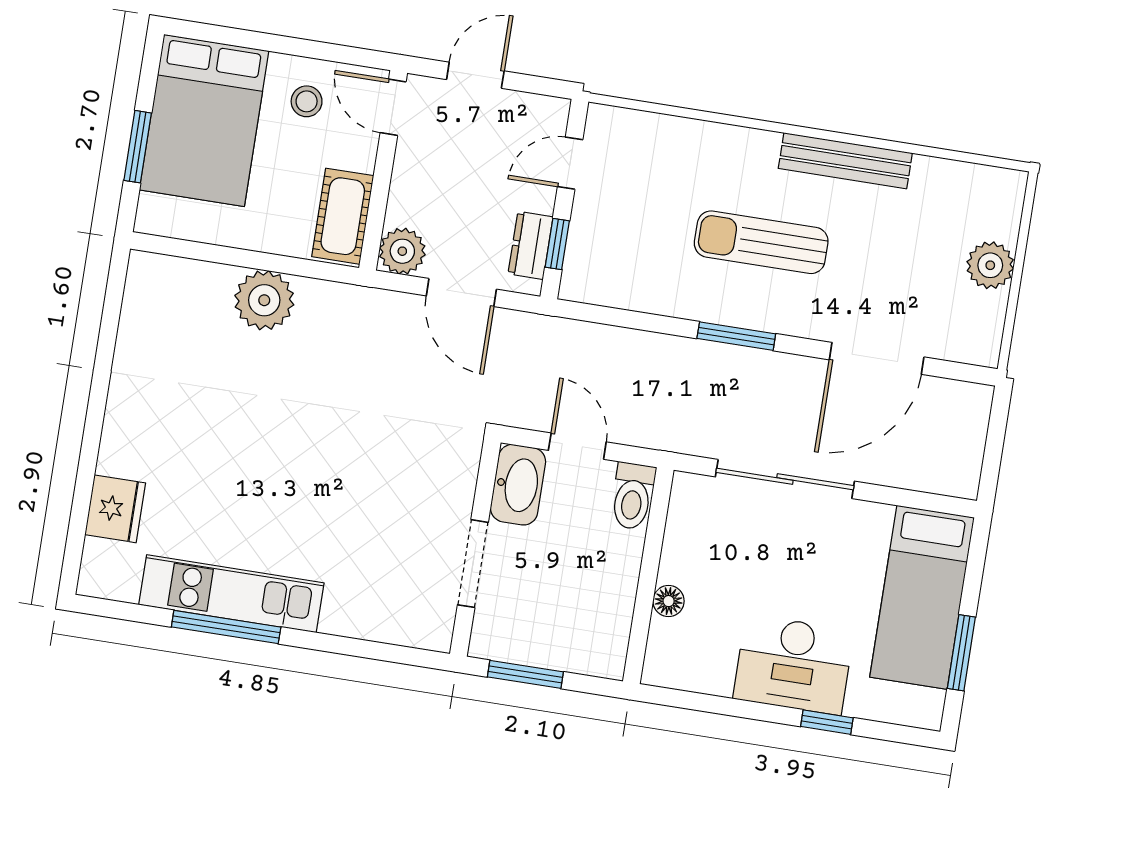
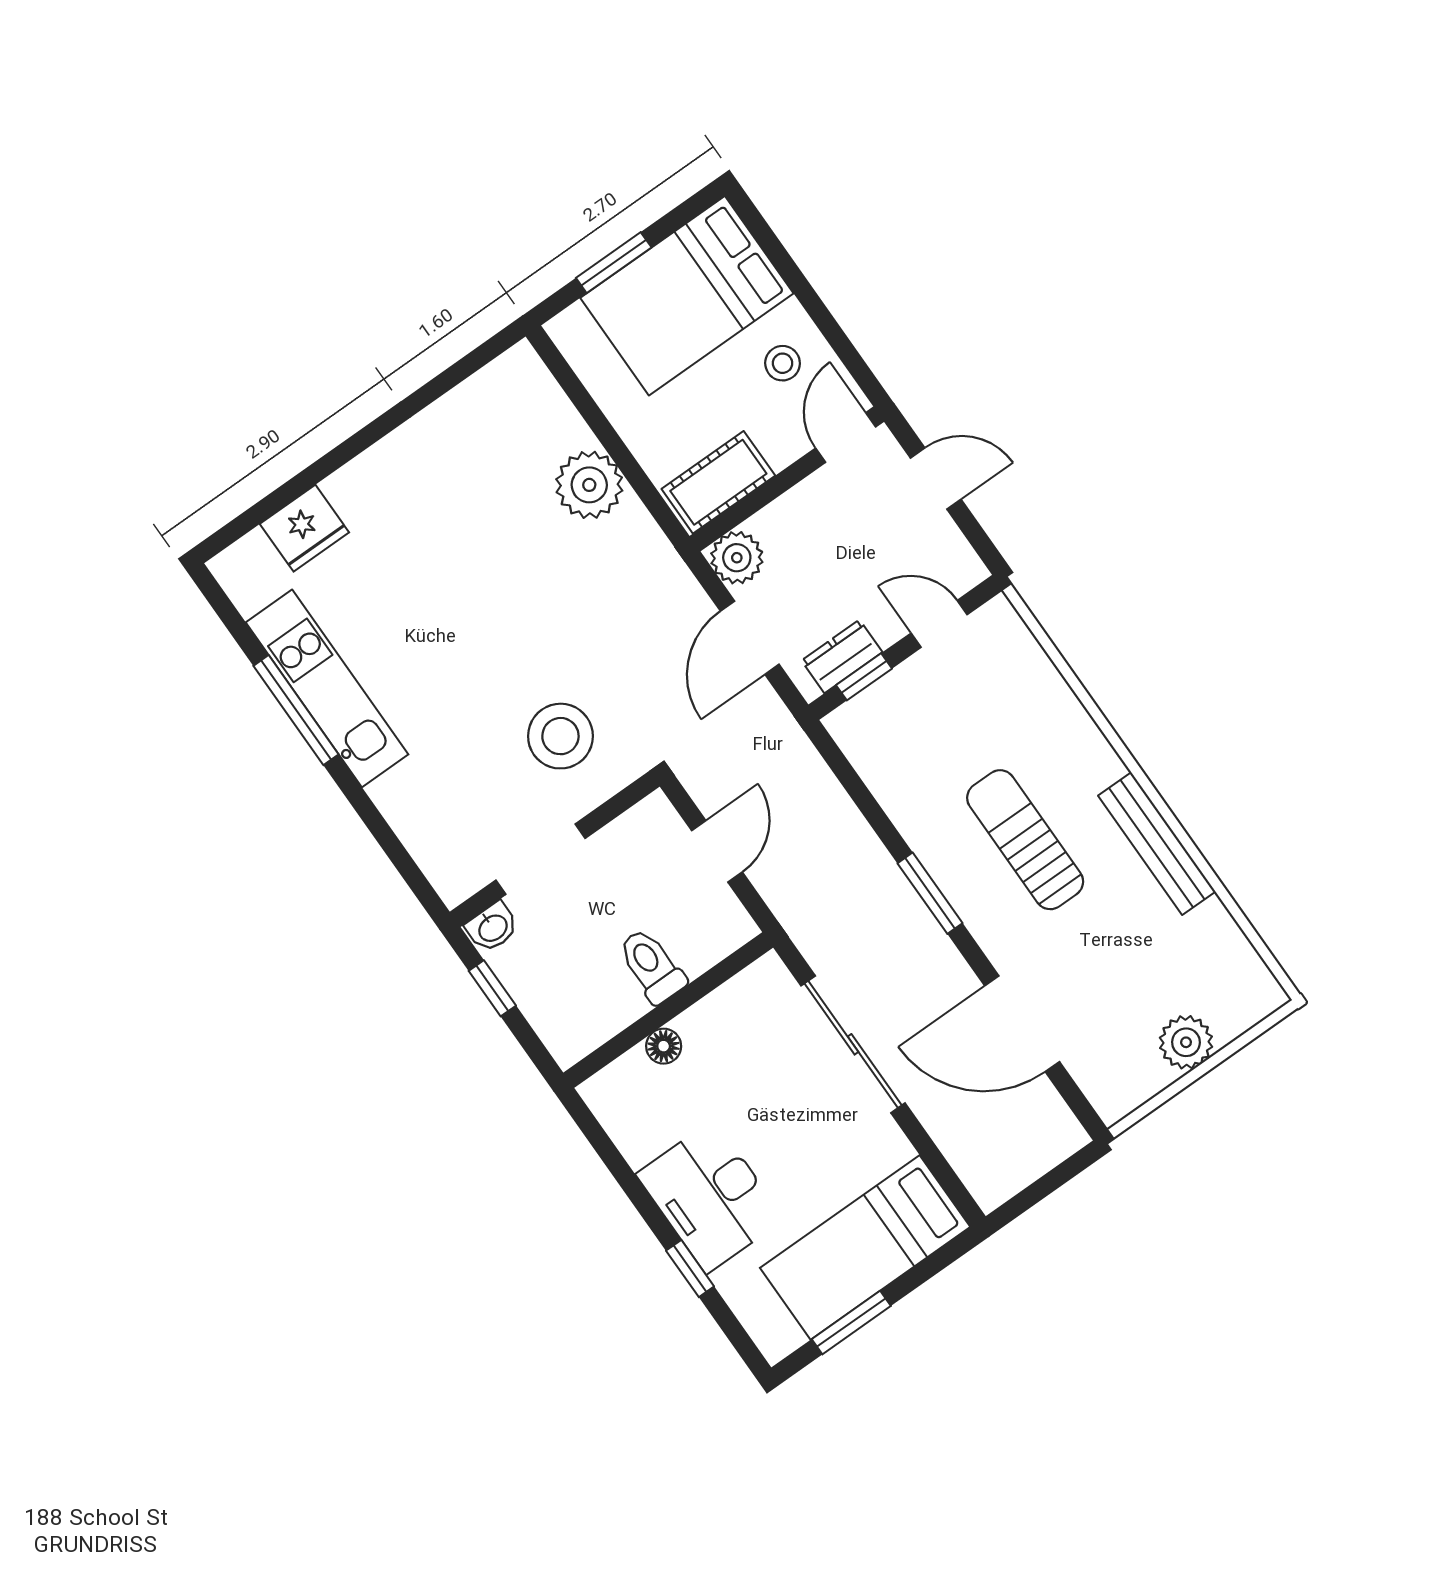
stool: (407, 474) -> (560, 736), added
washbasin: (518, 485) -> (492, 927), moved, width x0.52, depth x0.69
toilet: (633, 496) -> (652, 966), moved, turned 90
window: (525, 674) -> (492, 988), width x0.67

